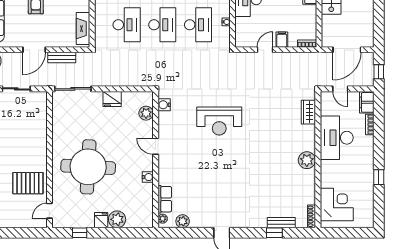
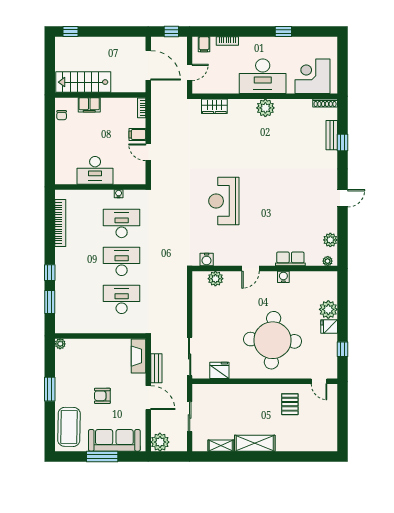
fireplace: (83, 29) -> (139, 356), moved, turned 90
fridge: (112, 99) -> (219, 370), moved, turned -90
filing cabinet: (367, 102) -> (204, 44), width x0.50
reception desk: (219, 121) -> (224, 201), turned 180
desk: (337, 138) -> (263, 76), moved
pallet: (28, 183) -> (290, 404), width x0.67, depth x0.71
row of seats: (165, 199) -> (290, 259), moved

